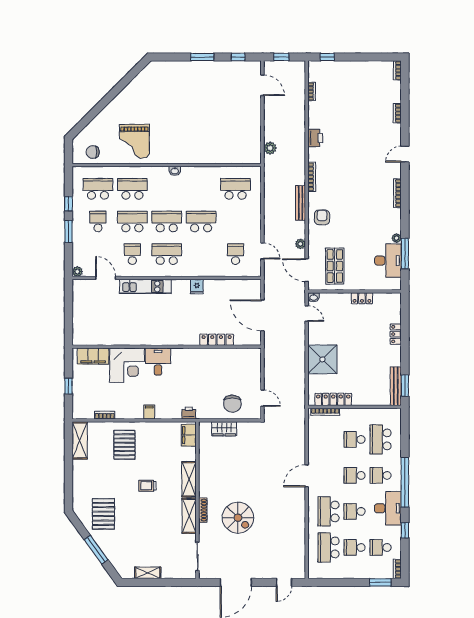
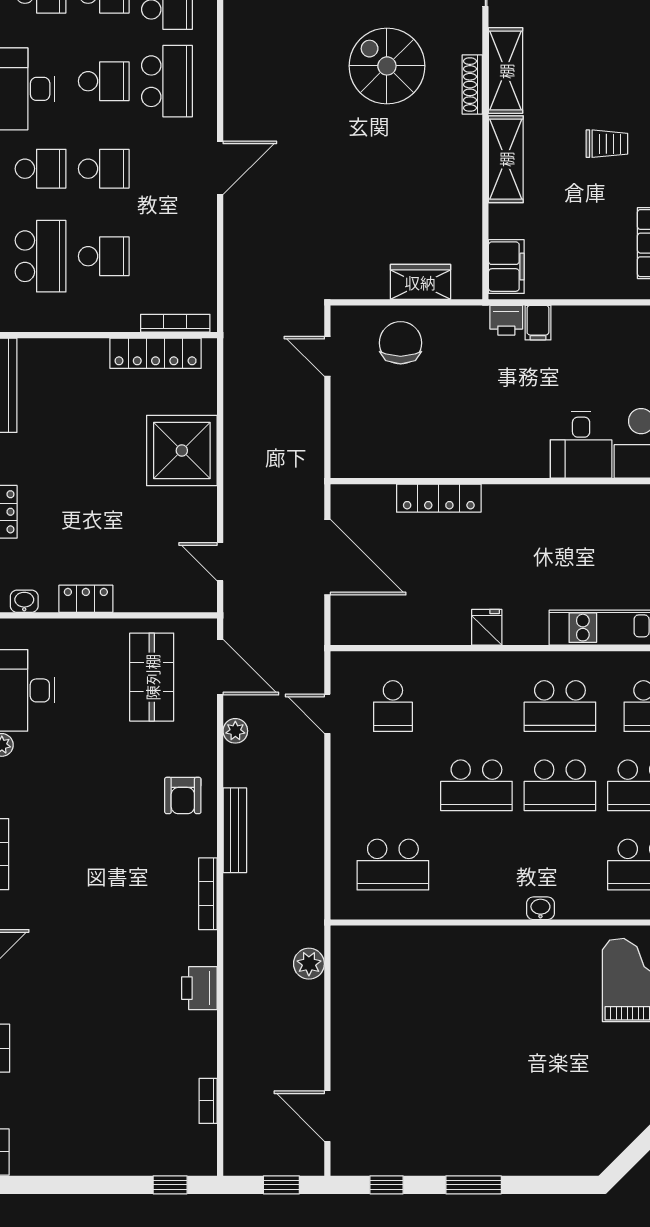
washbasin: (314, 297) -> (24, 601), moved
filing cabinet: (149, 412) -> (538, 323), moved

